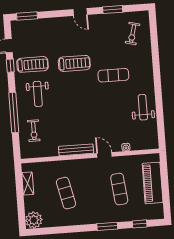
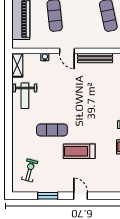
treadmill: (74, 63) -> (79, 151), moved
shelving: (153, 137) -> (17, 65), added

